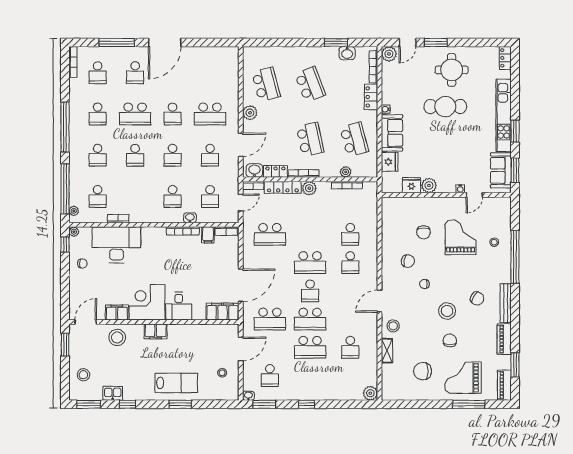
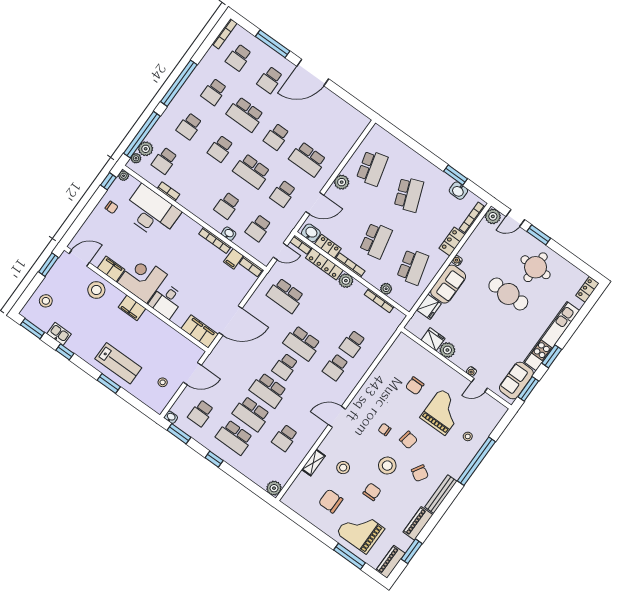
school desk: (173, 155) -> (252, 171), width x1.85
plant: (76, 198) -> (146, 149), added
chair: (408, 261) -> (408, 440), moved
school desk: (270, 319) -> (234, 437), moved
stool: (393, 326) -> (343, 468), moved

